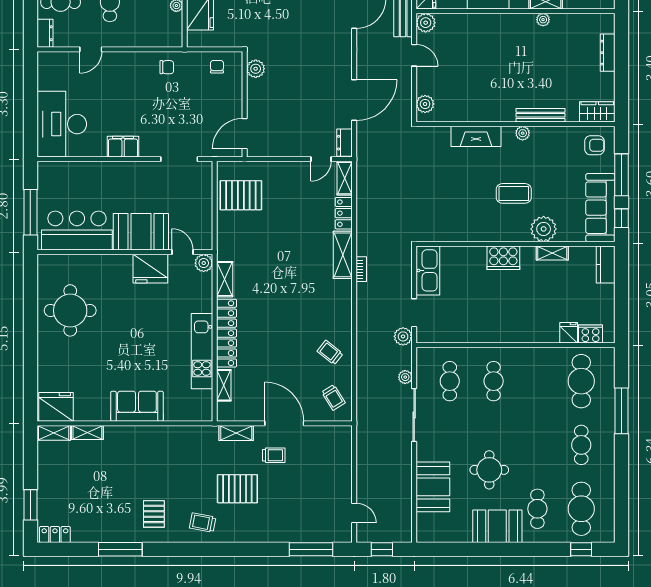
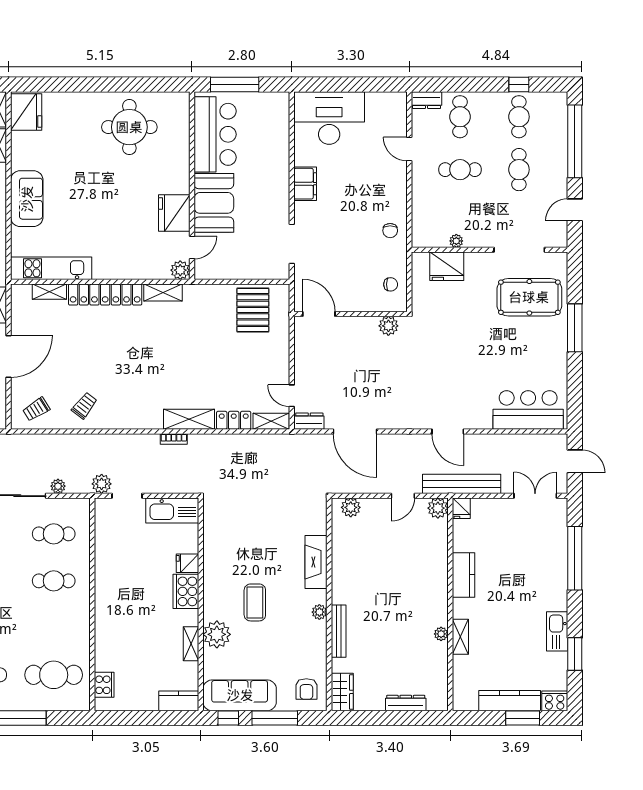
fridge: (569, 333) -> (188, 563), moved, turned 180
kitchen unit: (202, 351) -> (51, 268), moved

